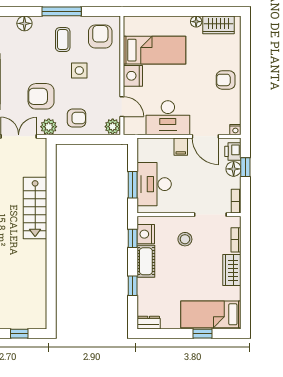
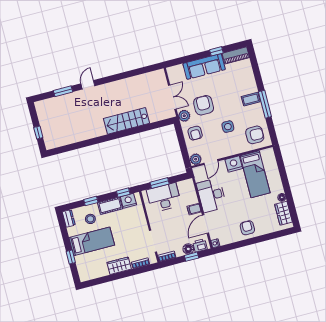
floor lamp: (24, 23) -> (250, 81), removed
coffee table: (63, 40) -> (251, 99), moved
stool: (185, 239) -> (90, 219), moved
bed: (211, 314) -> (92, 241), moved, turned 90

